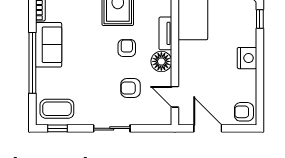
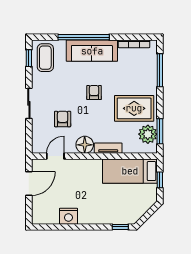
sofa: (49, 45) -> (92, 51), width x1.36
armchair: (127, 48) -> (94, 93), moved, turned -90
nightstand: (247, 58) -> (68, 216), moved
armchair: (244, 112) -> (43, 214), removed

